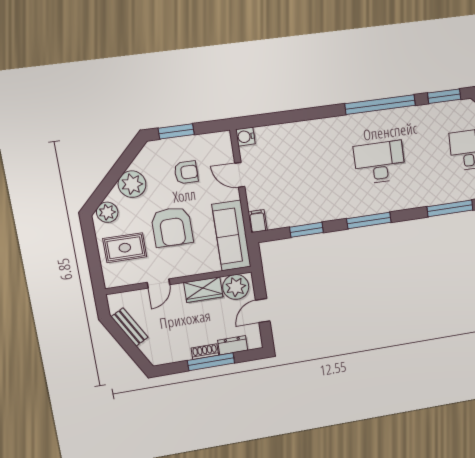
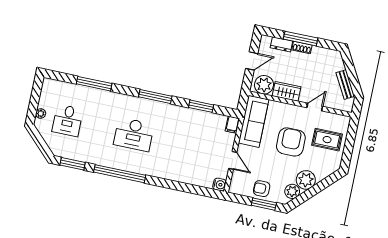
armchair: (186, 172) -> (262, 189), moved
plant: (107, 212) -> (292, 191), moved

